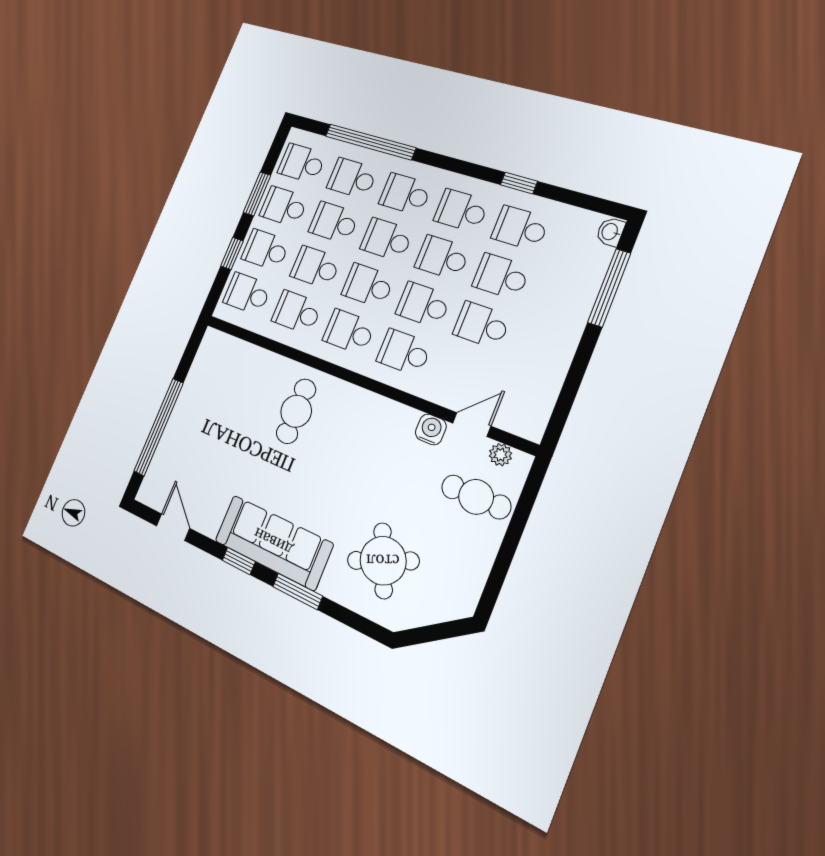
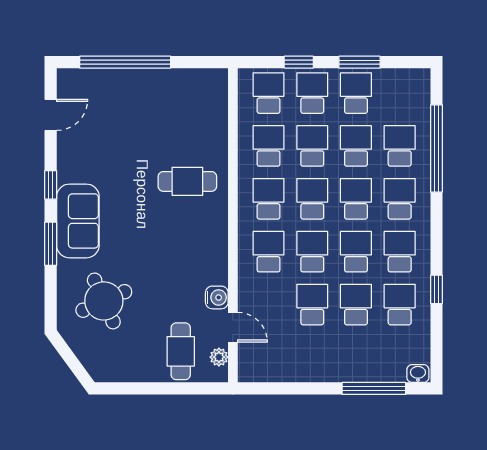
school desk: (302, 163) -> (400, 93), removed
sofa: (273, 542) -> (78, 221), width x0.73

